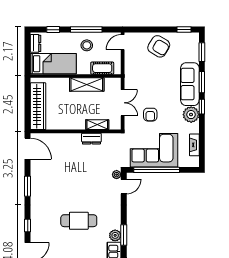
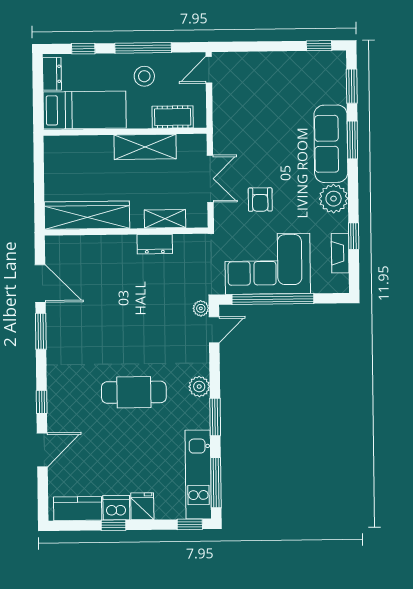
armchair: (159, 46) -> (274, 77), removed
wardrobe: (38, 106) -> (87, 215), moved, turned -90
window: (202, 107) -> (354, 236), moved
door: (28, 149) -> (40, 284), moved
plant: (115, 235) -> (199, 387), moved

